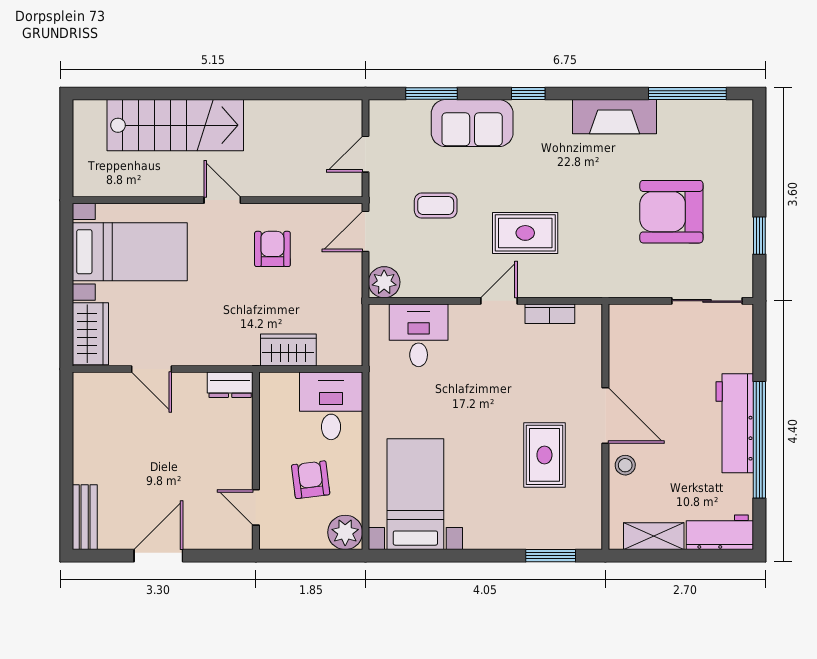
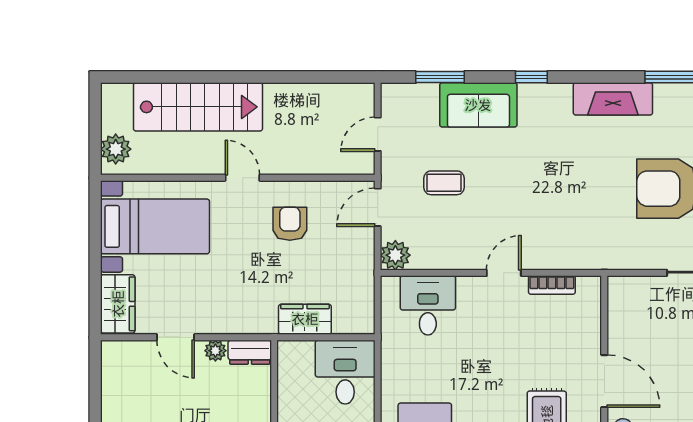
plant: (88, 170) -> (116, 149), added
rug: (525, 233) -> (529, 209), removed
plant: (194, 383) -> (215, 351), added

